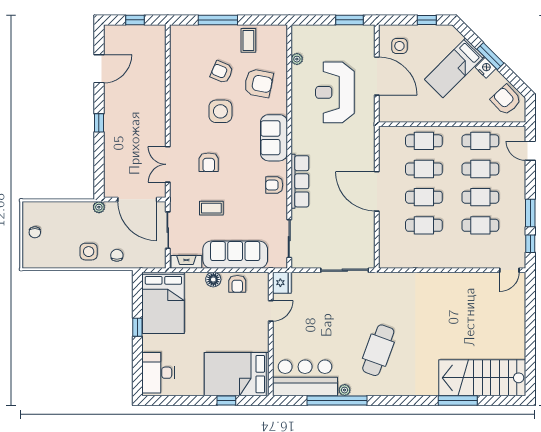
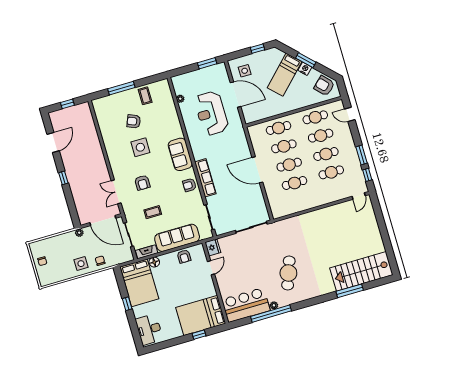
armchair: (259, 83) -> (160, 122), removed
floor lamp: (213, 280) -> (154, 262), moved

